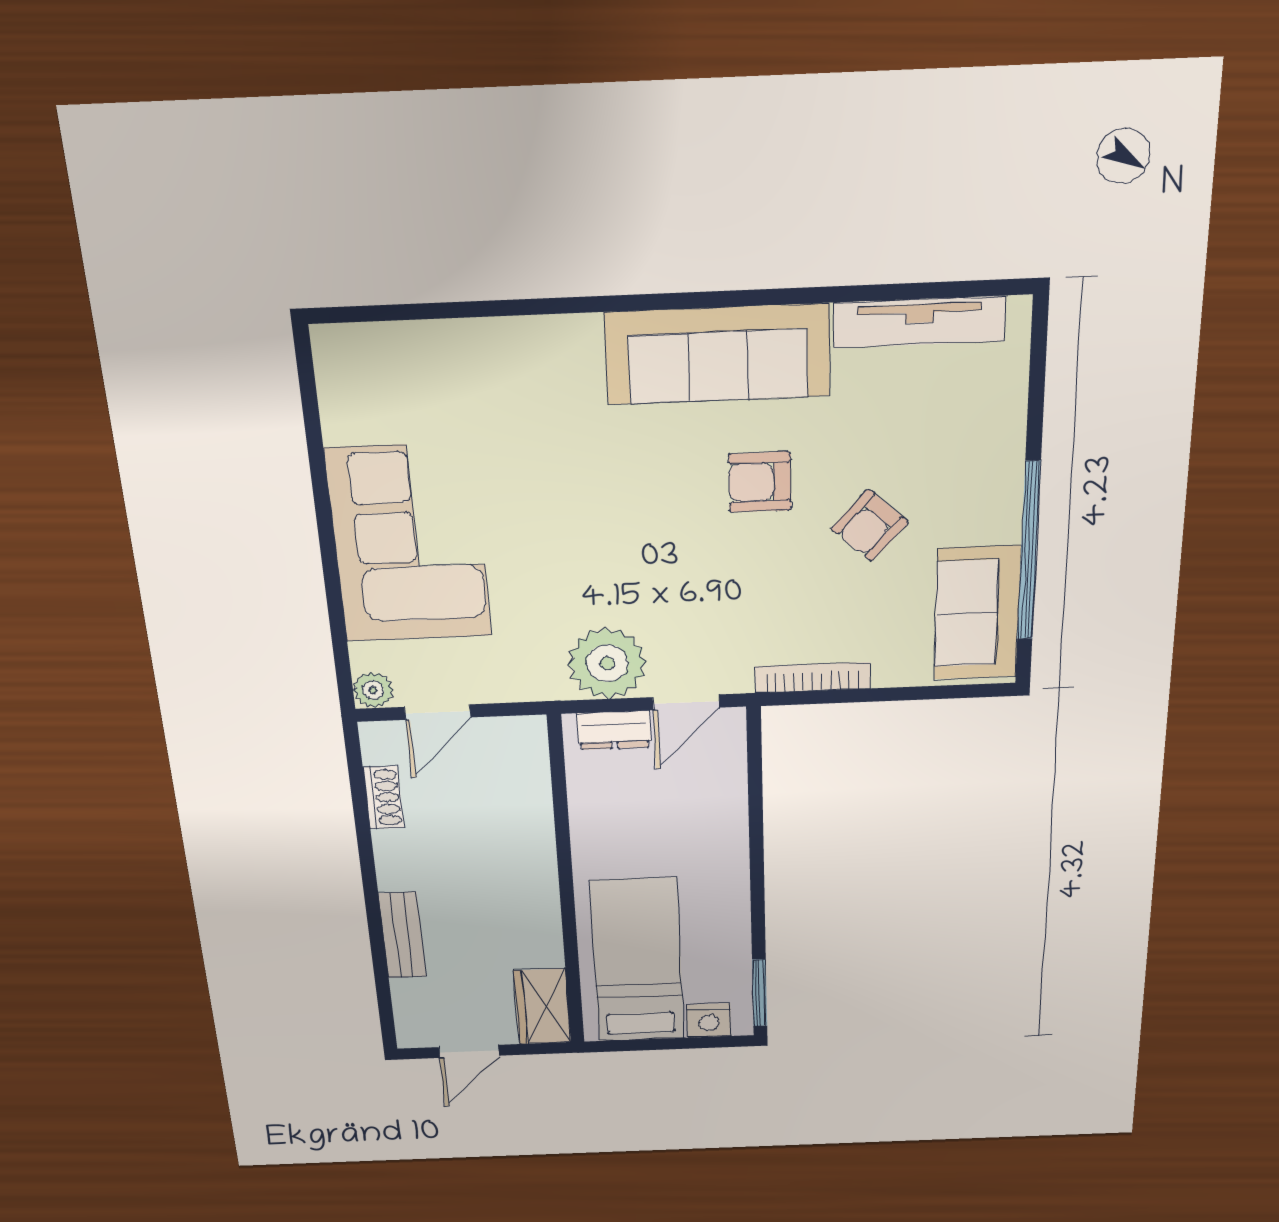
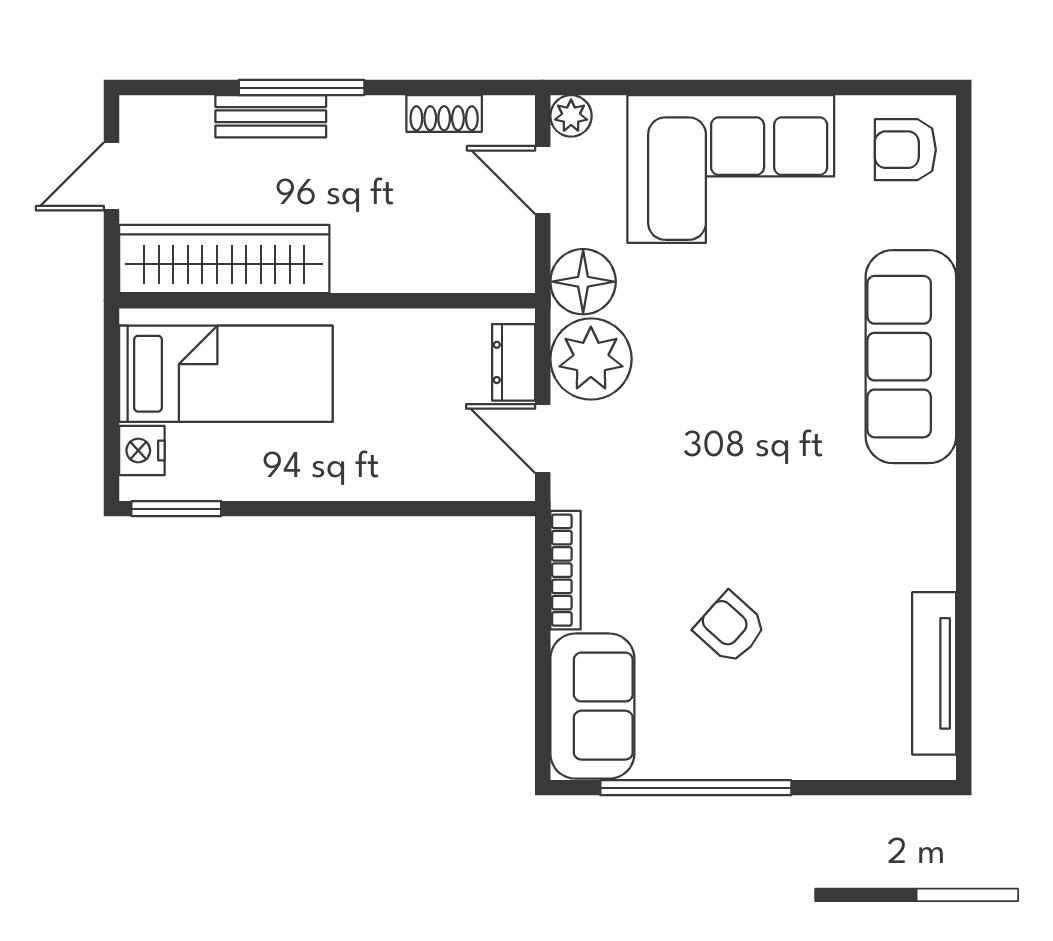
sofa: (718, 354) -> (911, 357), moved
armchair: (760, 482) -> (905, 150), moved, turned -90
sofa: (977, 613) -> (592, 706), moved, turned 90
floor lamp: (532, 673) -> (583, 282), added
window: (373, 913) -> (302, 88), added
wardrobe: (542, 1007) -> (224, 259), width x2.10, depth x1.17
door: (469, 1051) -> (112, 176), hinge flipped

